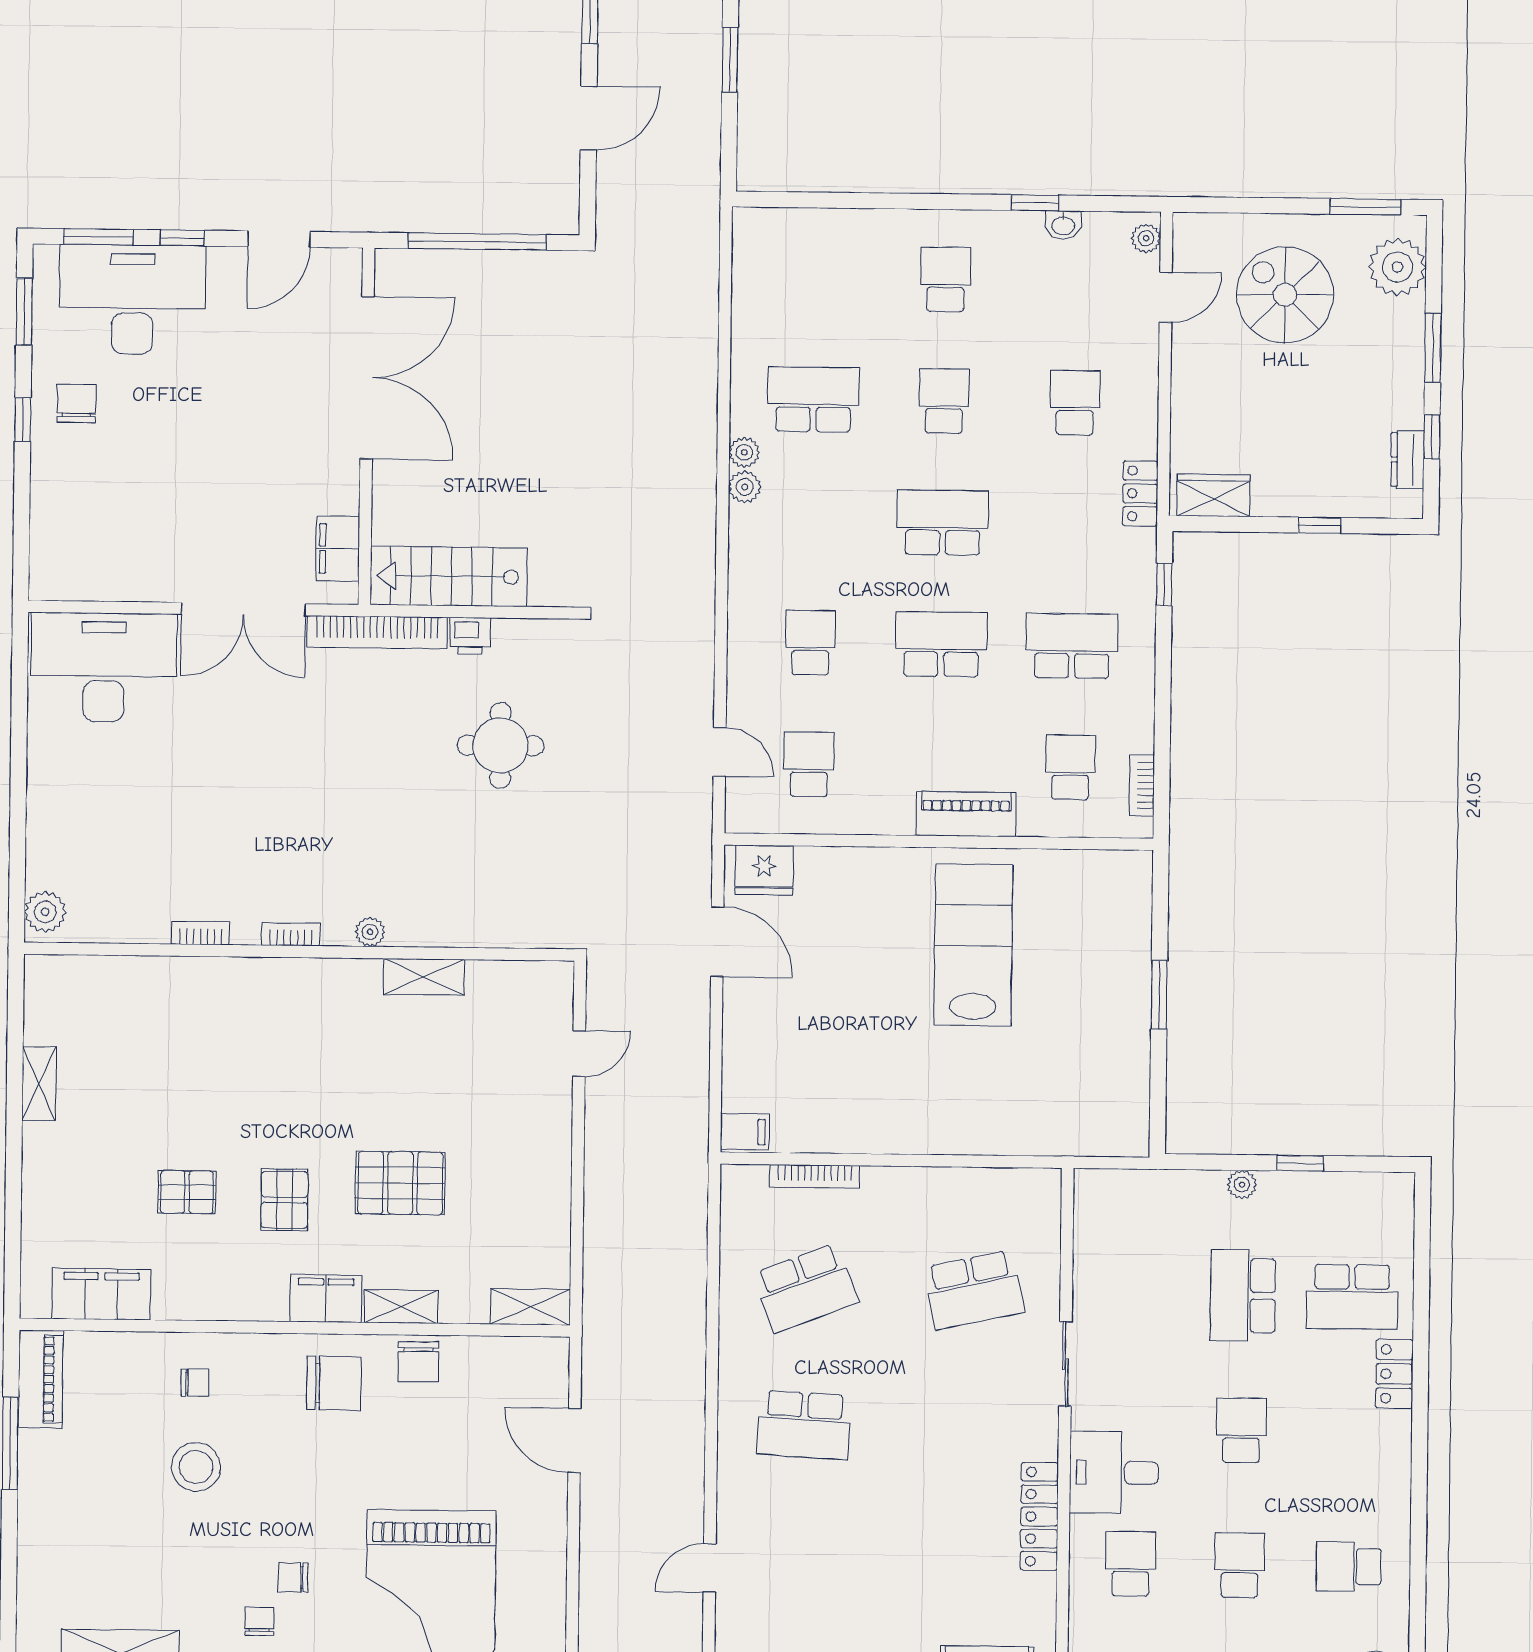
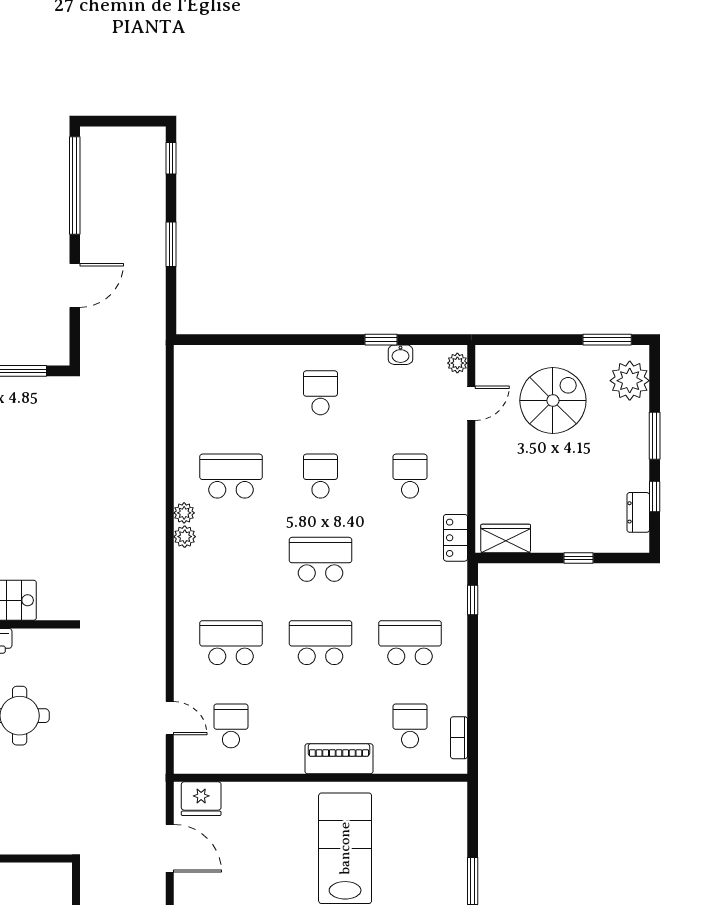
spiral stairs: (1285, 295) -> (553, 401), turned 90
school desk: (810, 643) -> (231, 643), width x1.85

